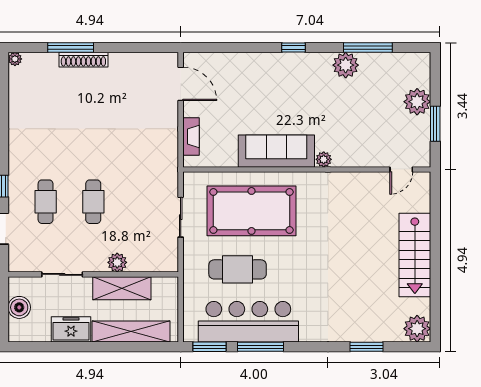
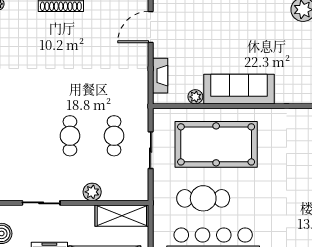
door: (181, 84) -> (151, 27), swing flipped
plant: (324, 159) -> (195, 97), moved
cafe table: (46, 202) -> (114, 136), moved
shelving: (122, 288) -> (122, 216), moved

